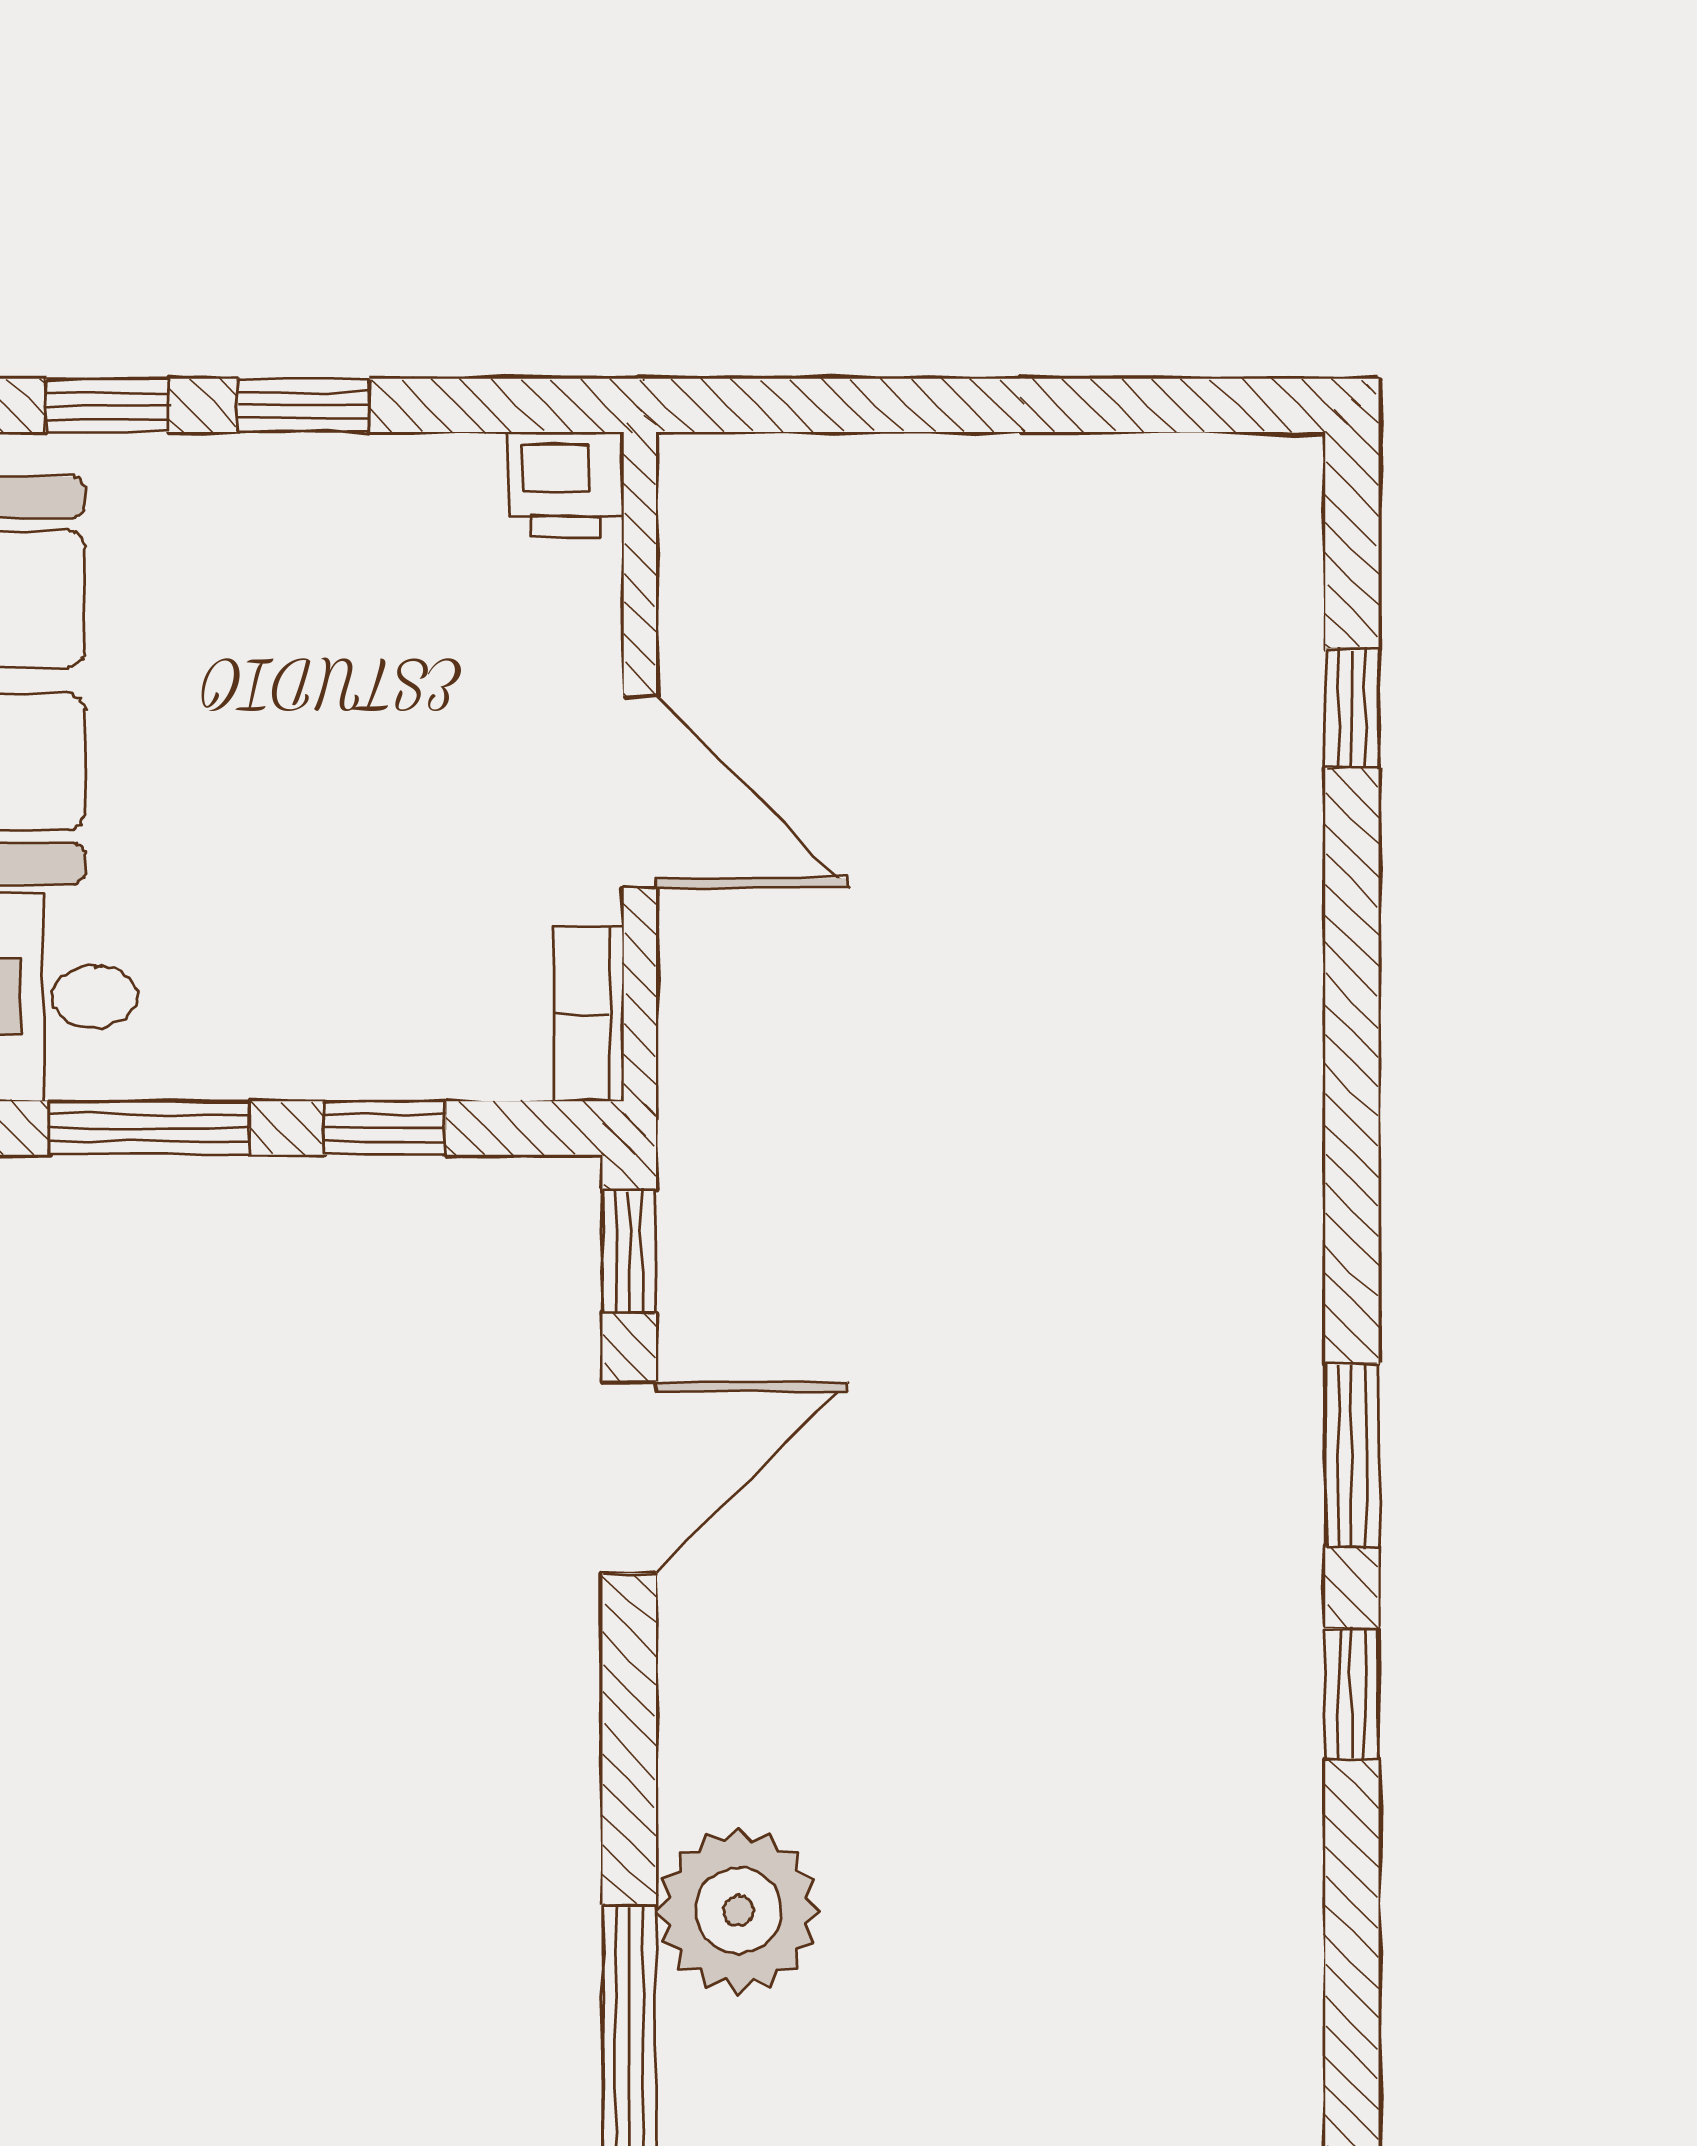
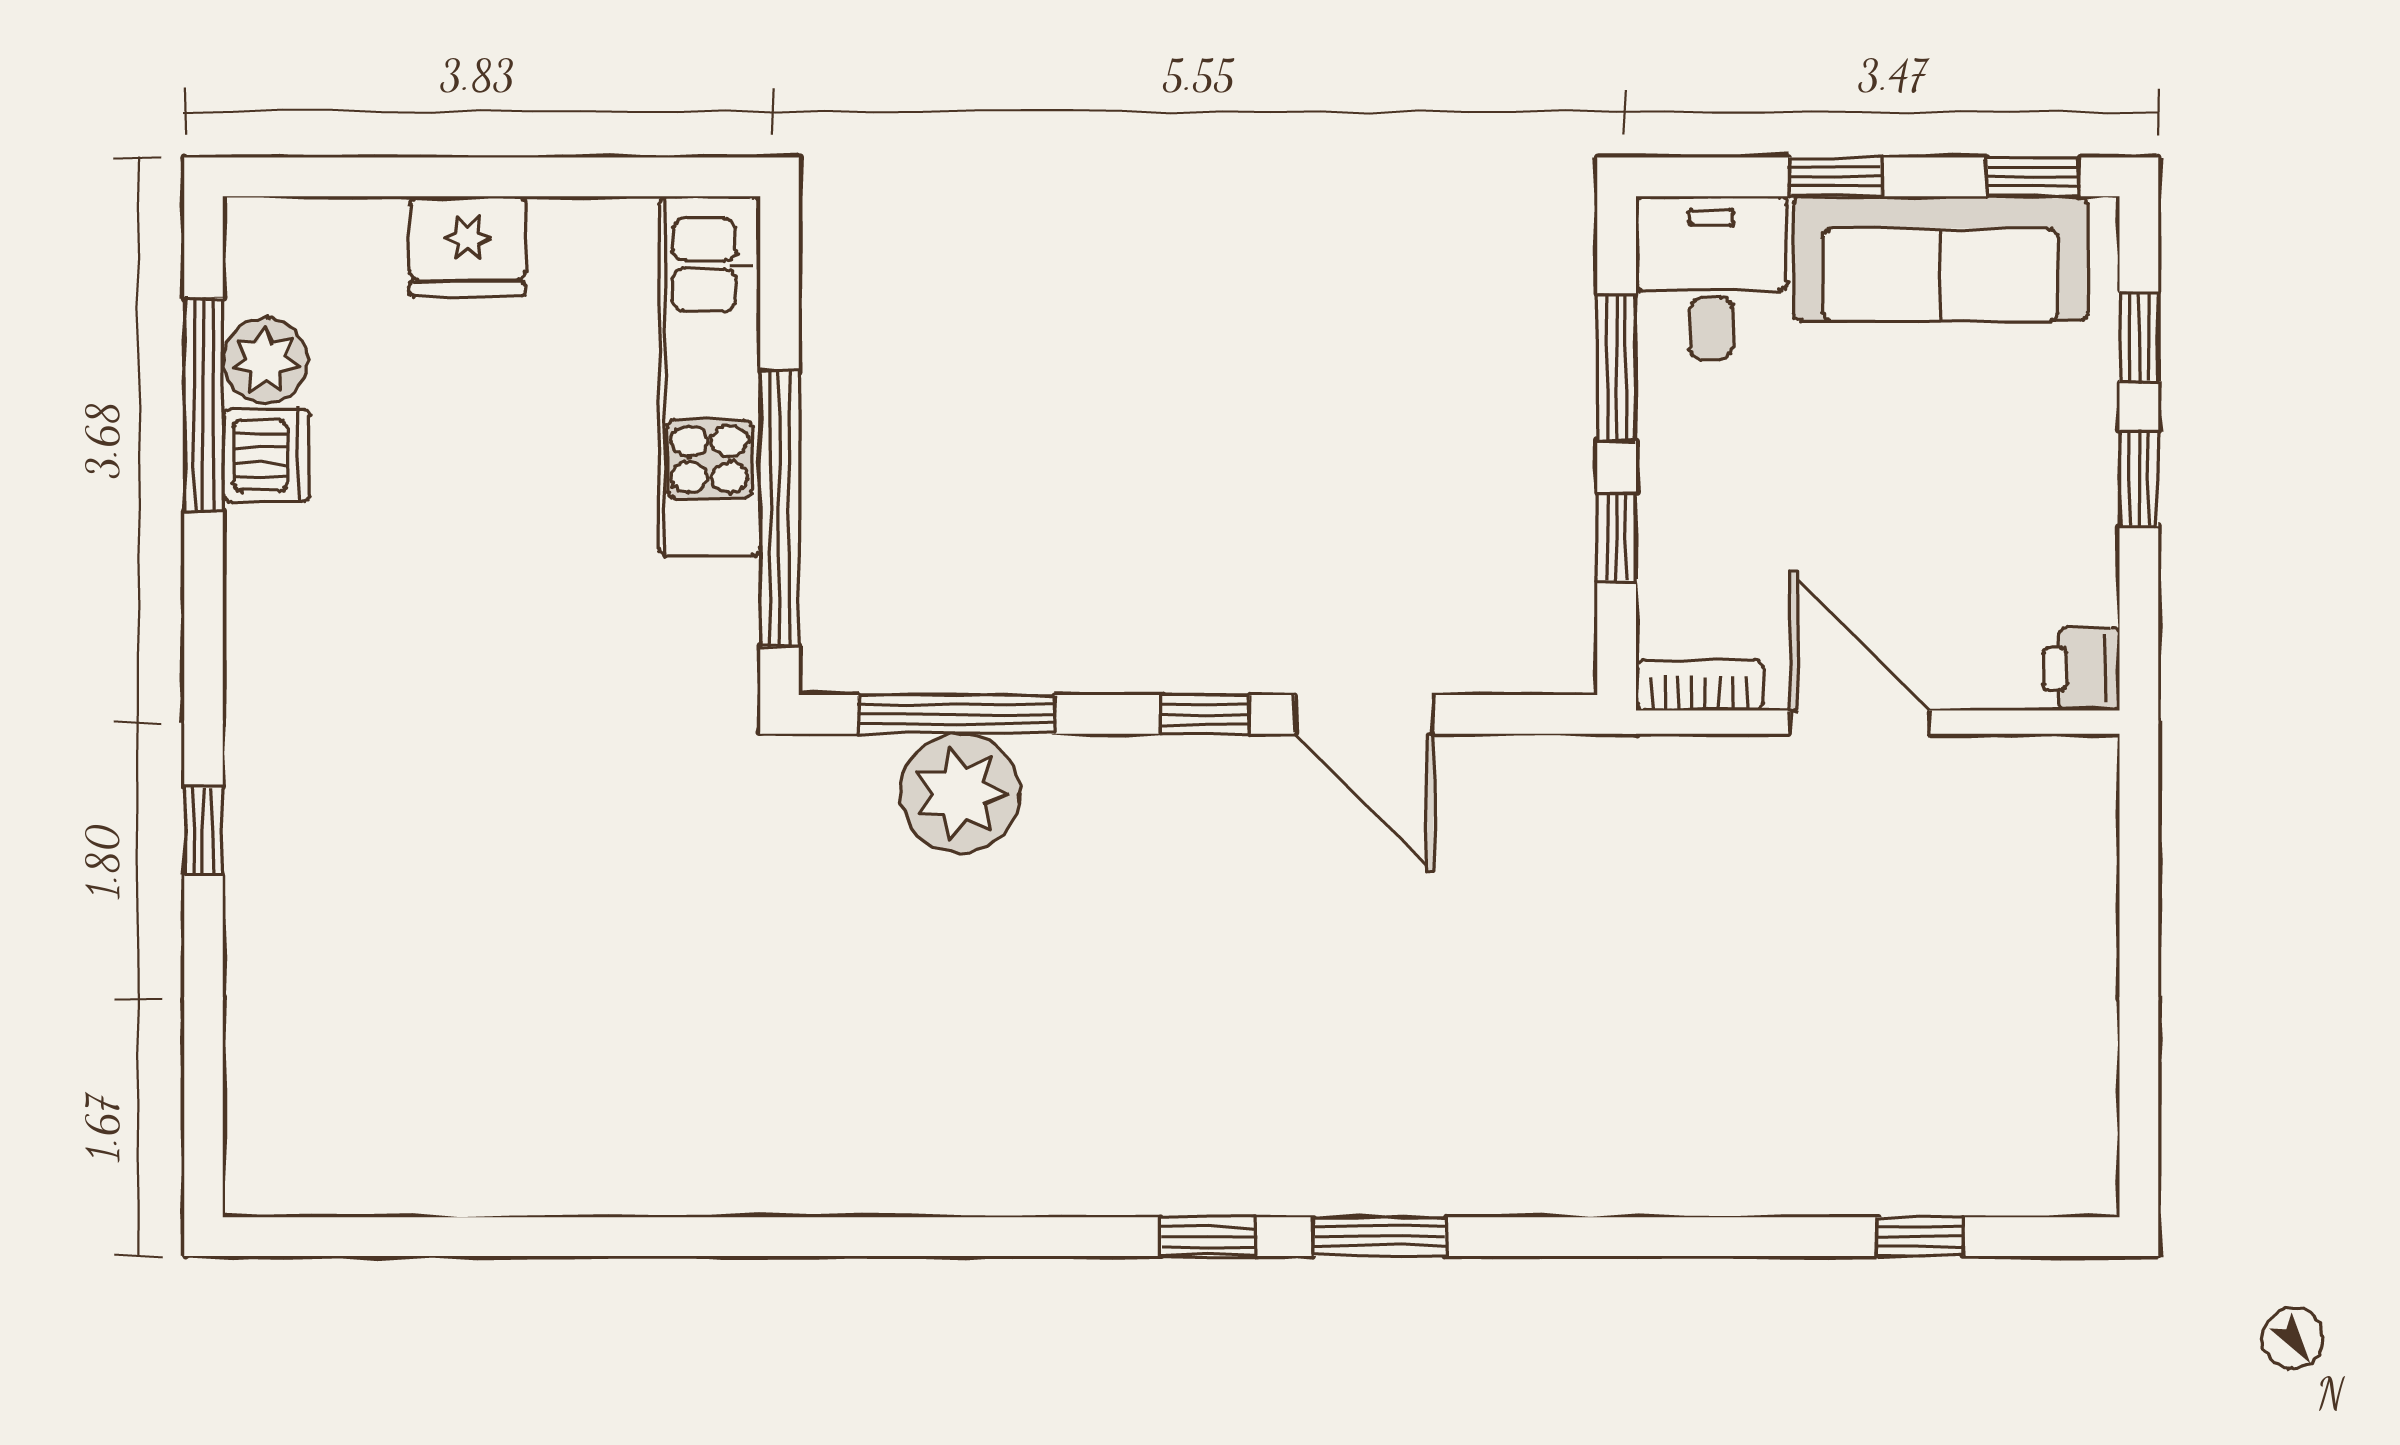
door: (640, 792) -> (1860, 722), swing flipped
window: (629, 1251) -> (1205, 714), moved
plant: (738, 1911) -> (960, 793), moved

